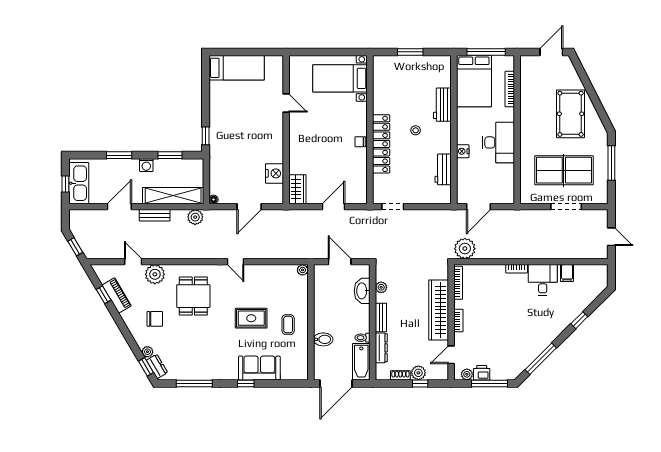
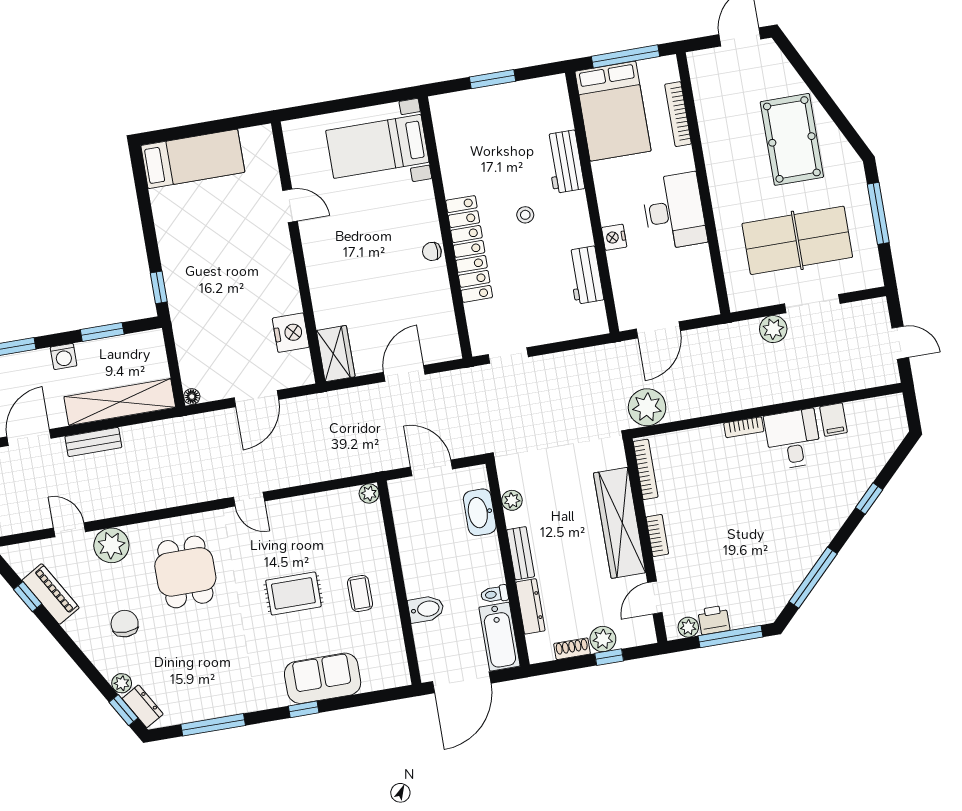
plant: (195, 217) -> (773, 329), moved
chair: (155, 319) -> (125, 624), turned -90

